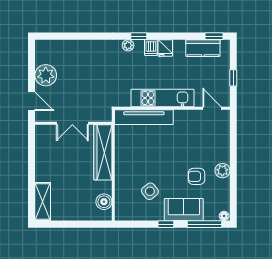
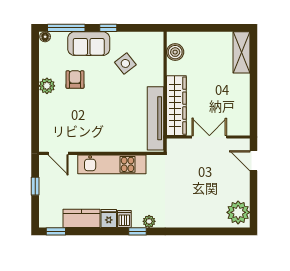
kitchen counter: (203, 48) -> (82, 218), moved
plant: (46, 75) -> (238, 212), moved
tv unit: (144, 117) -> (156, 118), moved, turned -90
armchair: (196, 176) -> (75, 79), turned -90

